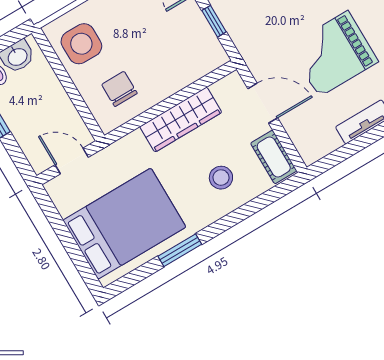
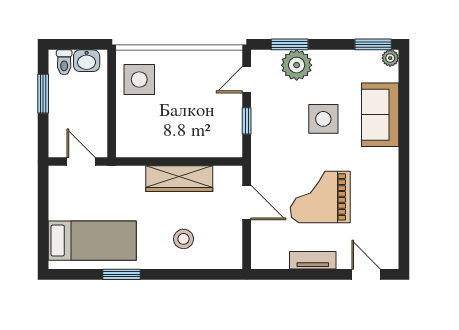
chair: (119, 89) -> (148, 129), removed
cot: (274, 157) -> (231, 247), removed
bed: (124, 224) -> (92, 241), width x0.67

